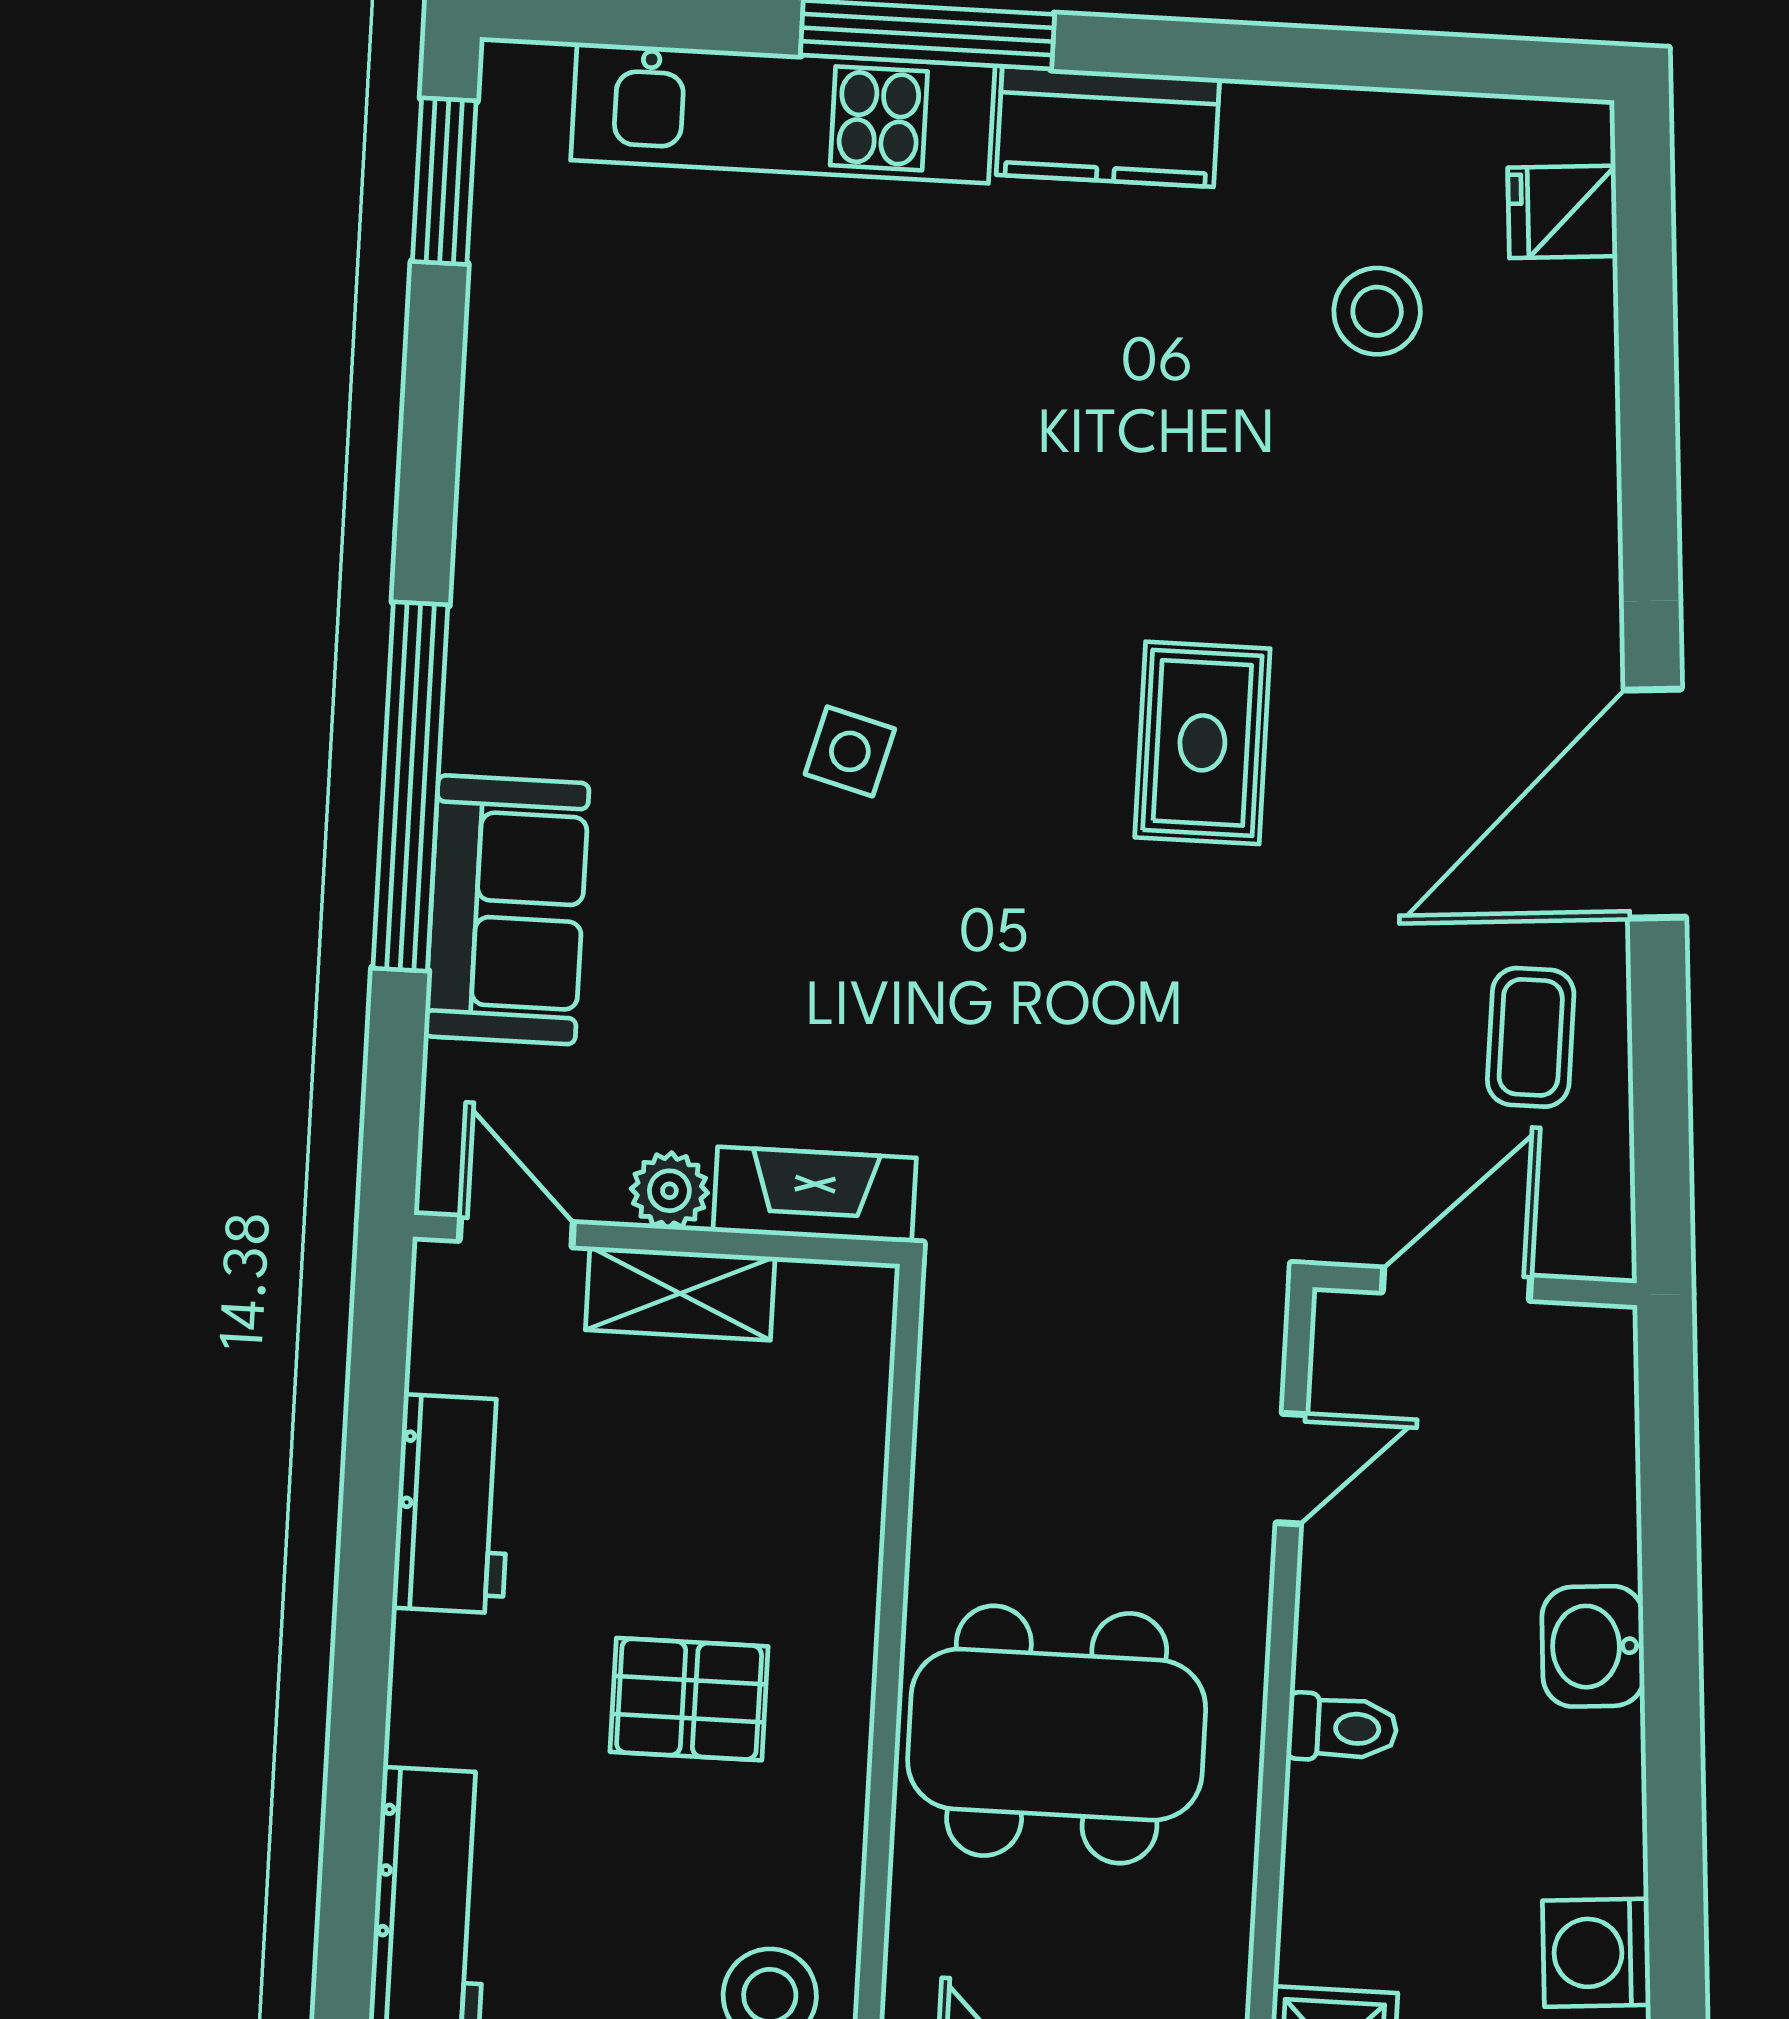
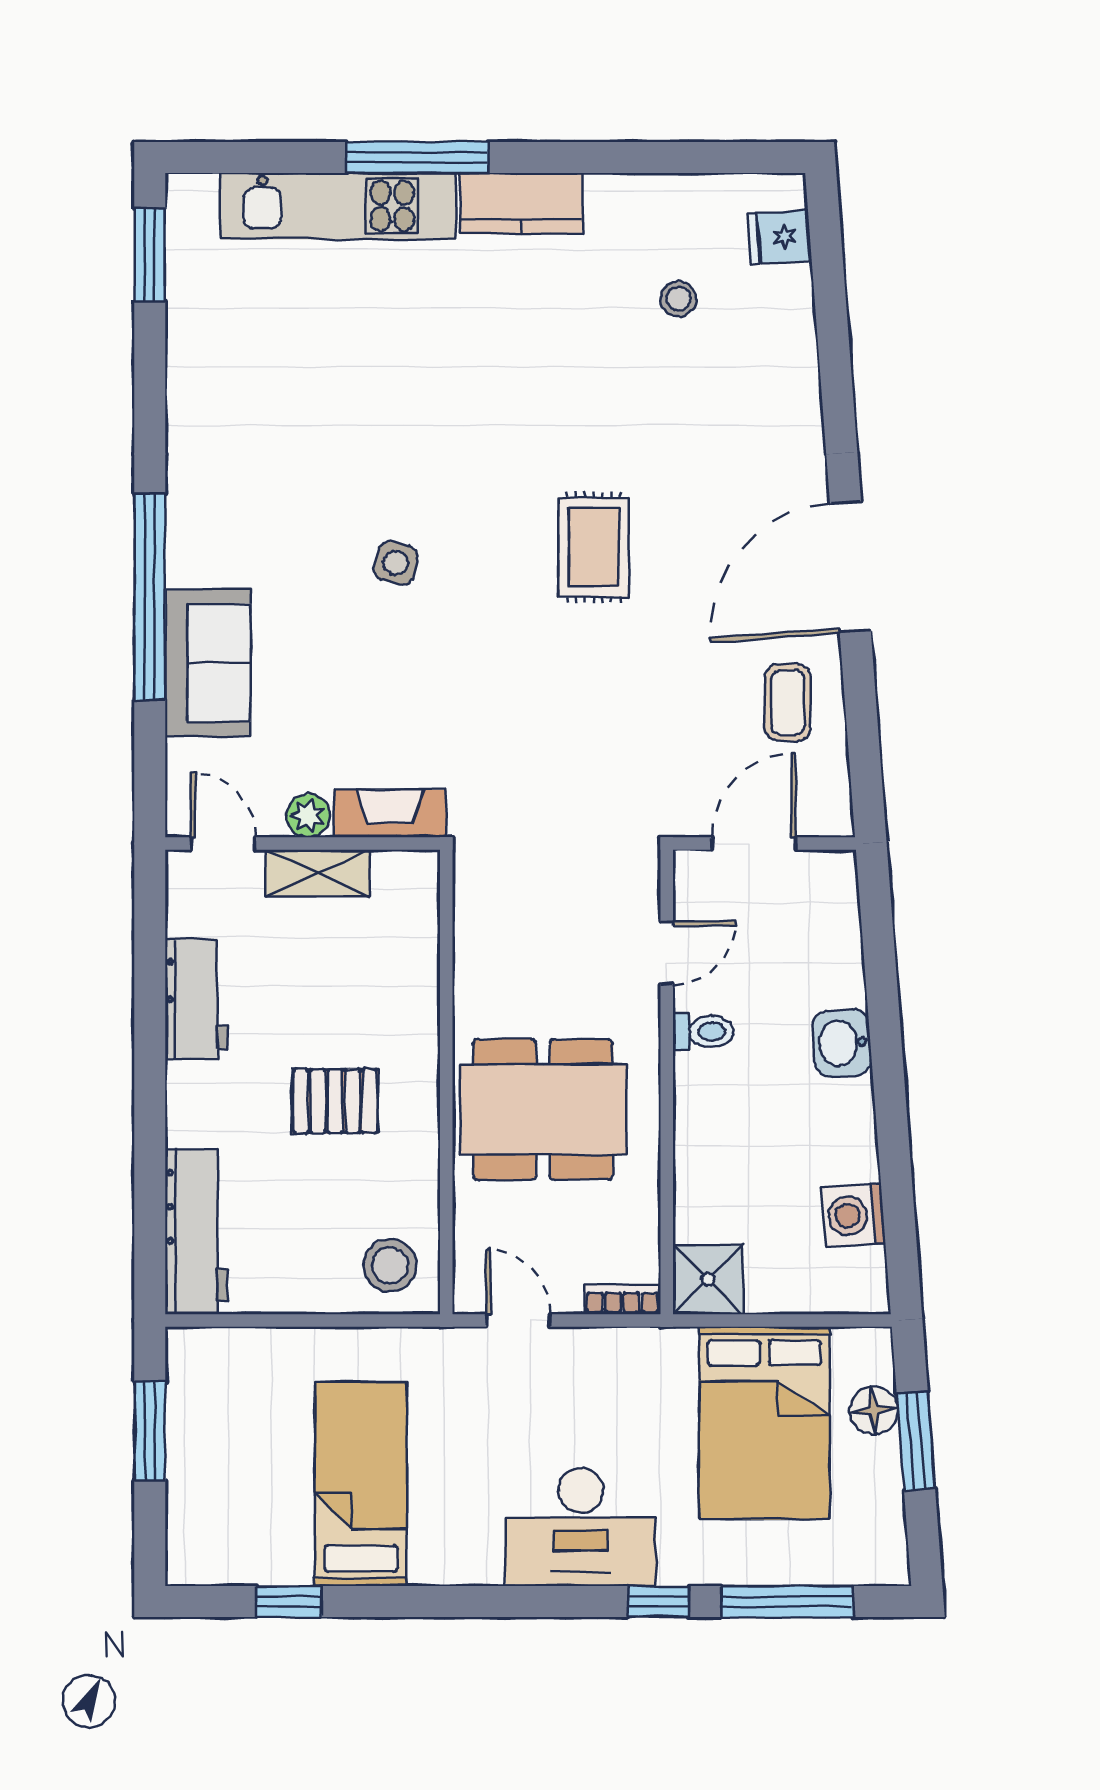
stool: (1377, 311) -> (679, 299), width x0.73, depth x0.73
toilet: (1342, 1728) -> (703, 1032), moved

